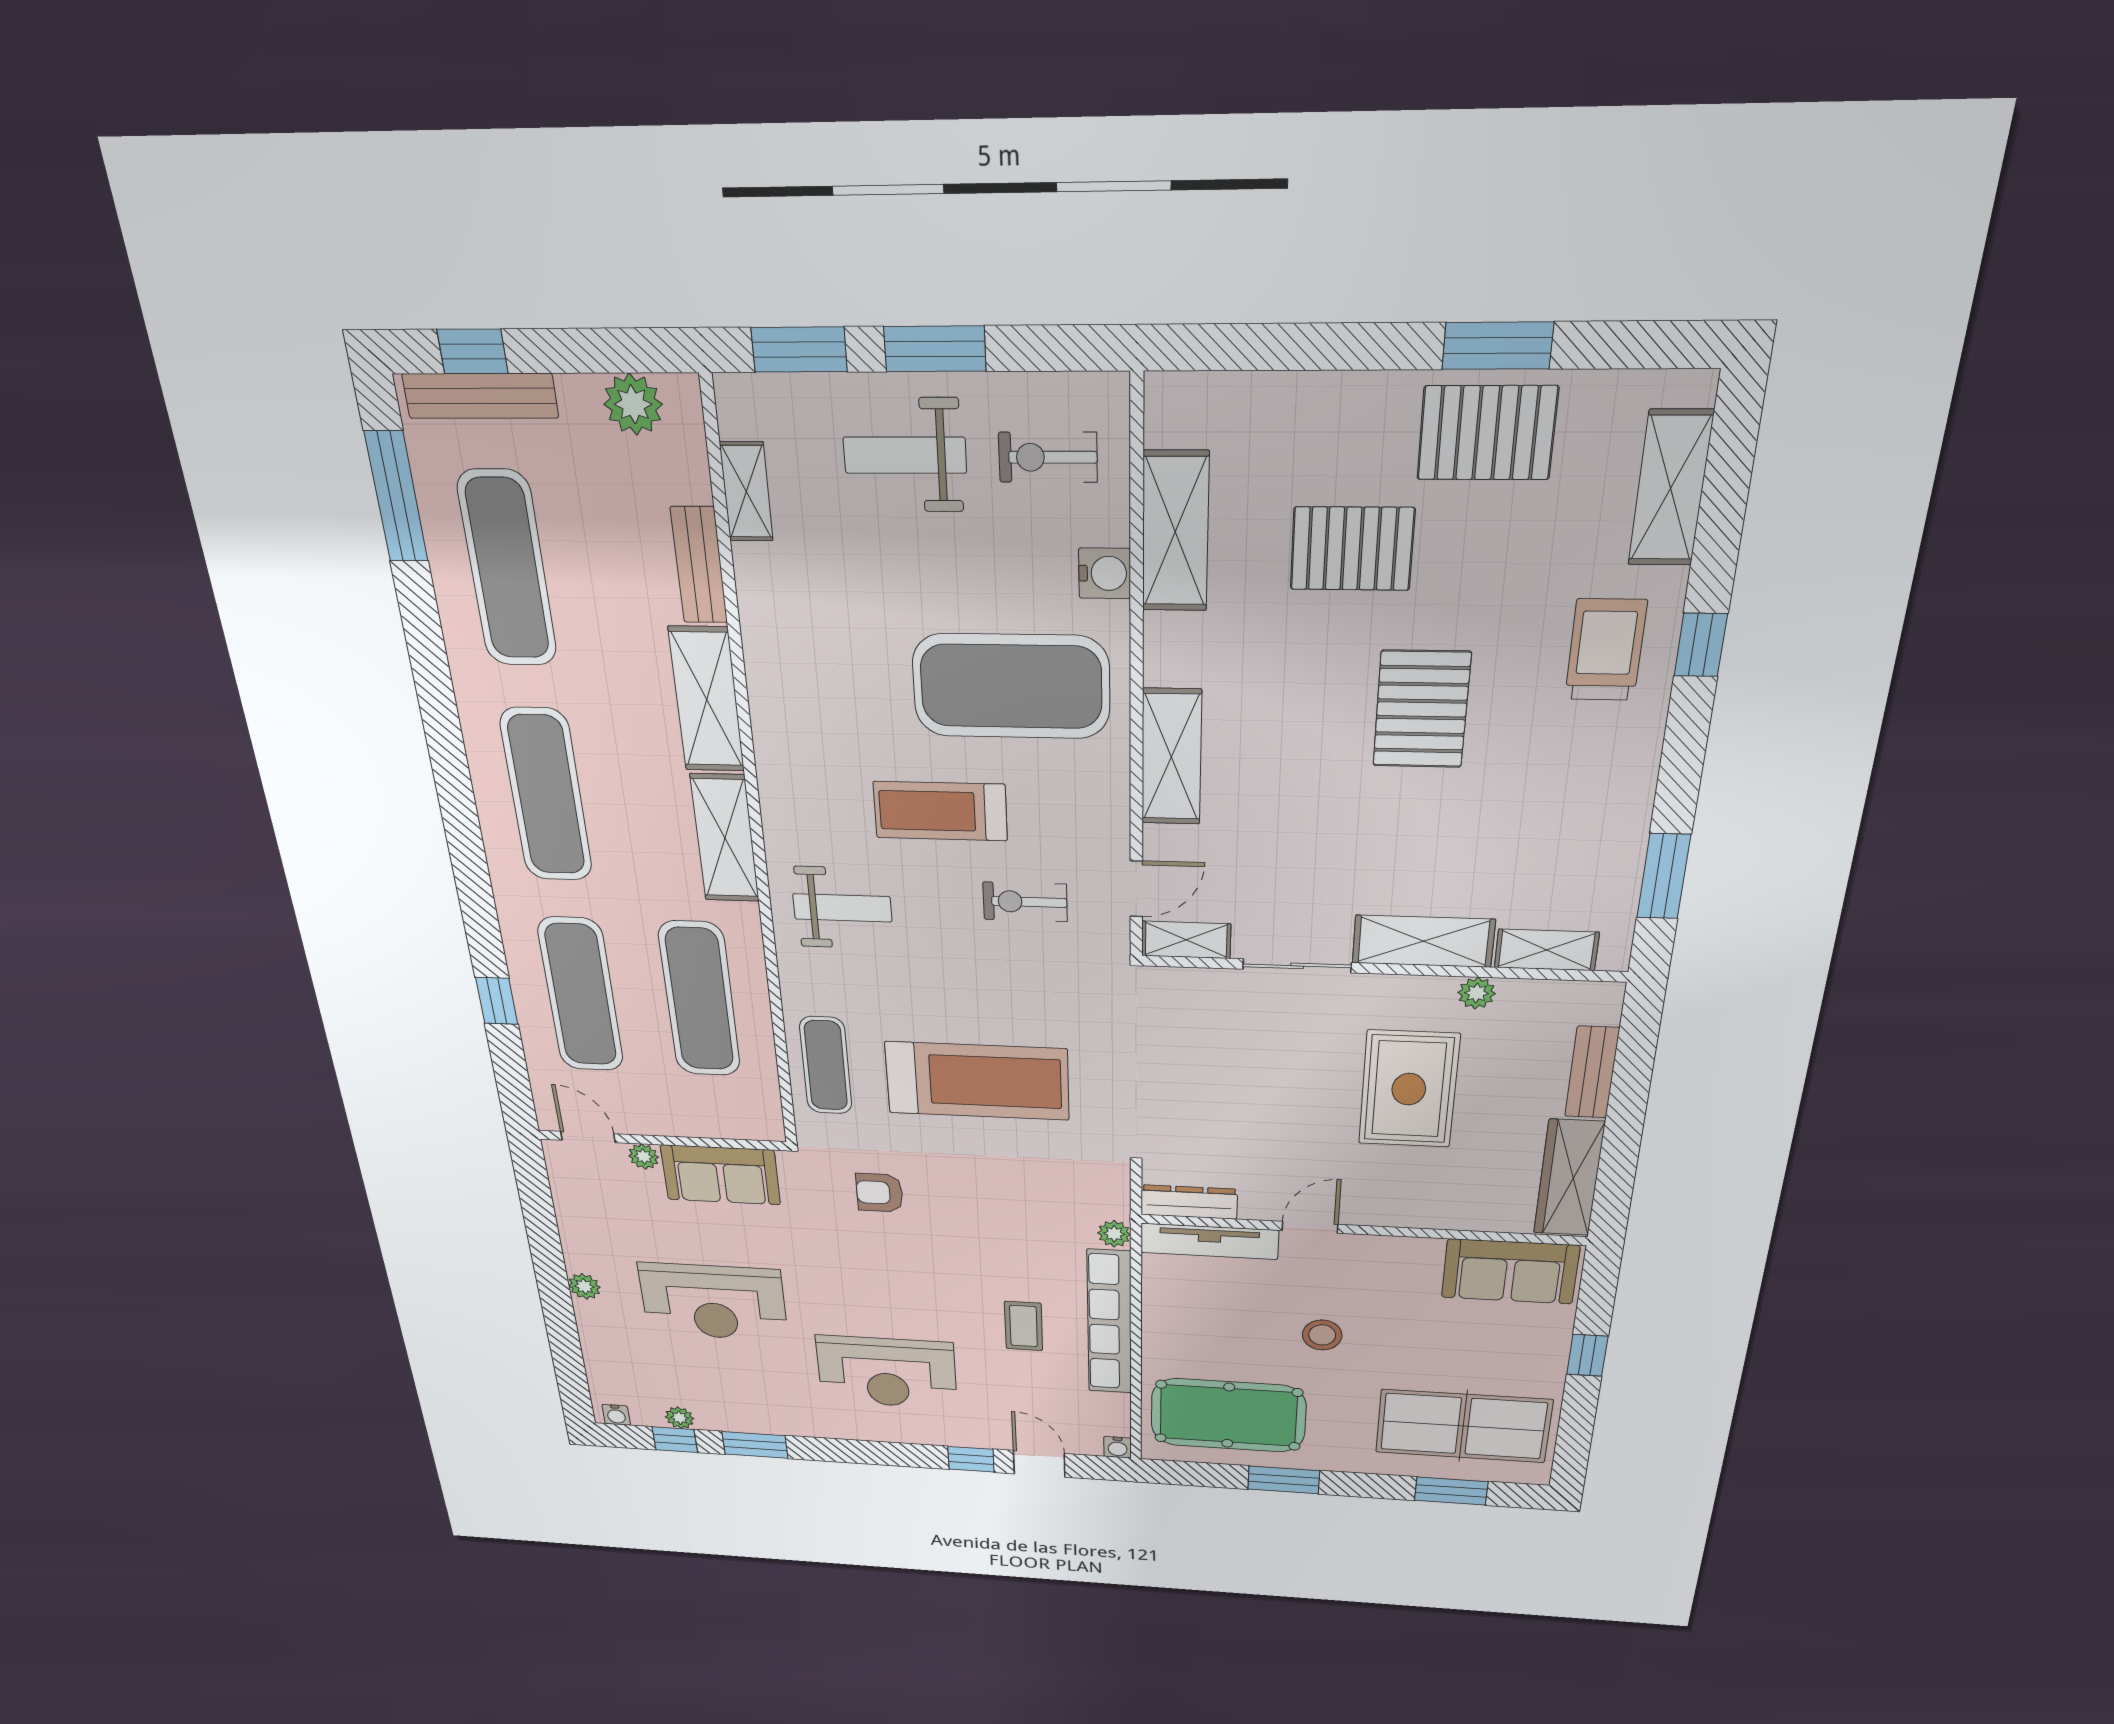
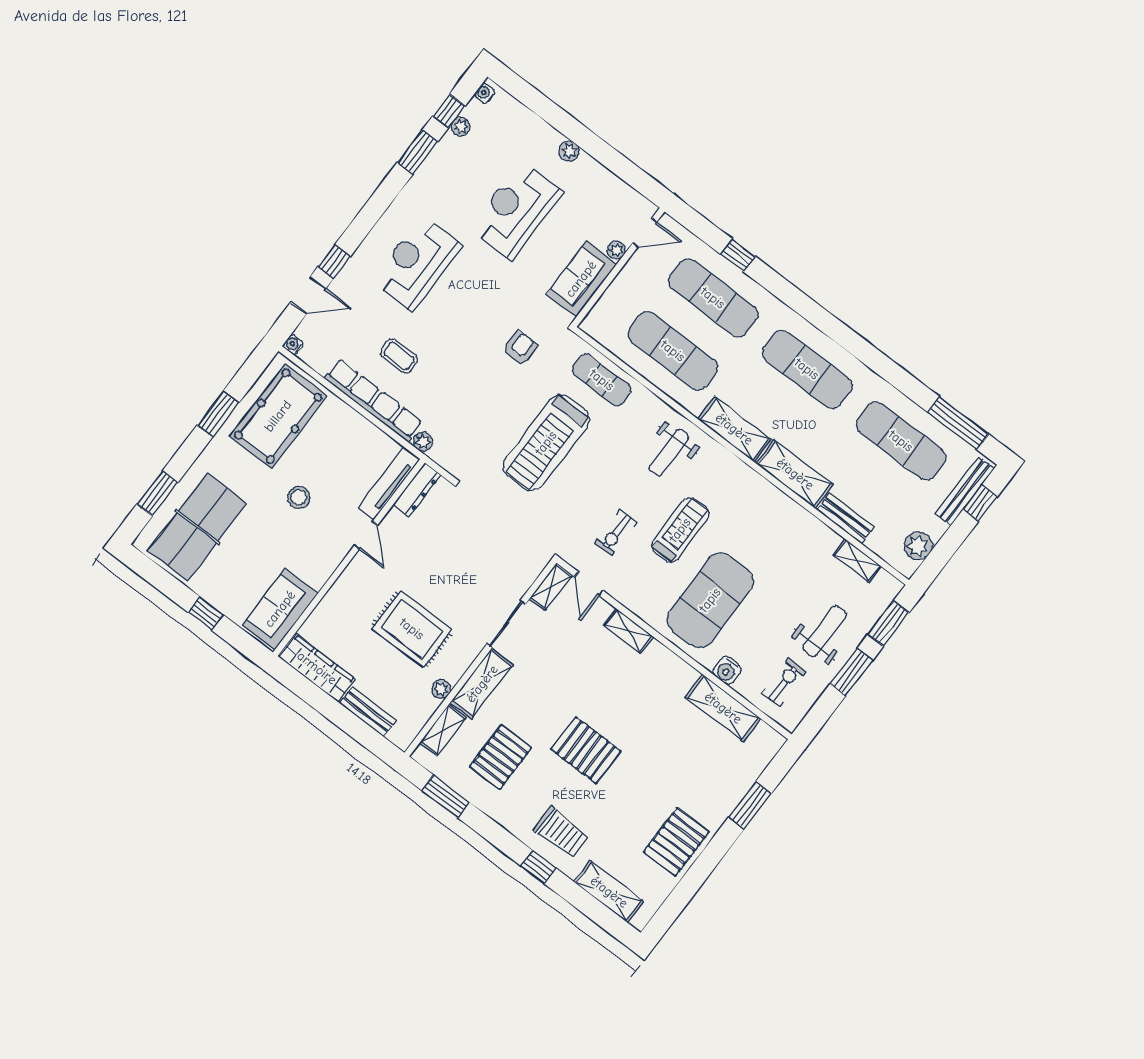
window: (1498, 346) -> (750, 805), moved
pallet: (1352, 549) -> (501, 757), moved
shelving: (1171, 757) -> (629, 631), width x0.67, depth x0.75
exercise bike: (1025, 902) -> (616, 533), turned 180

